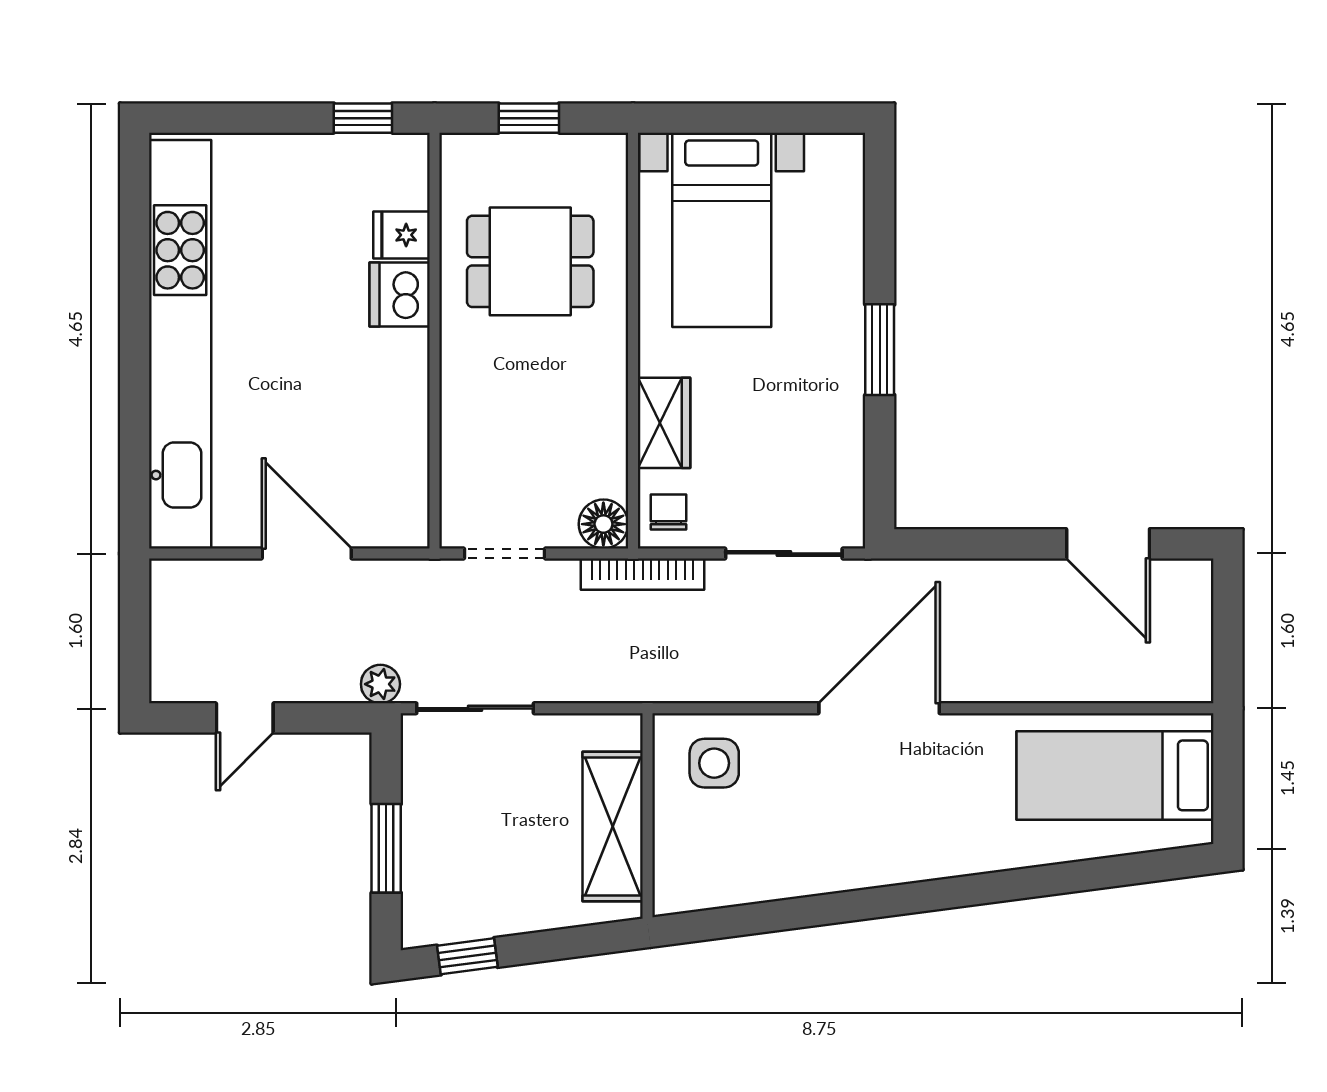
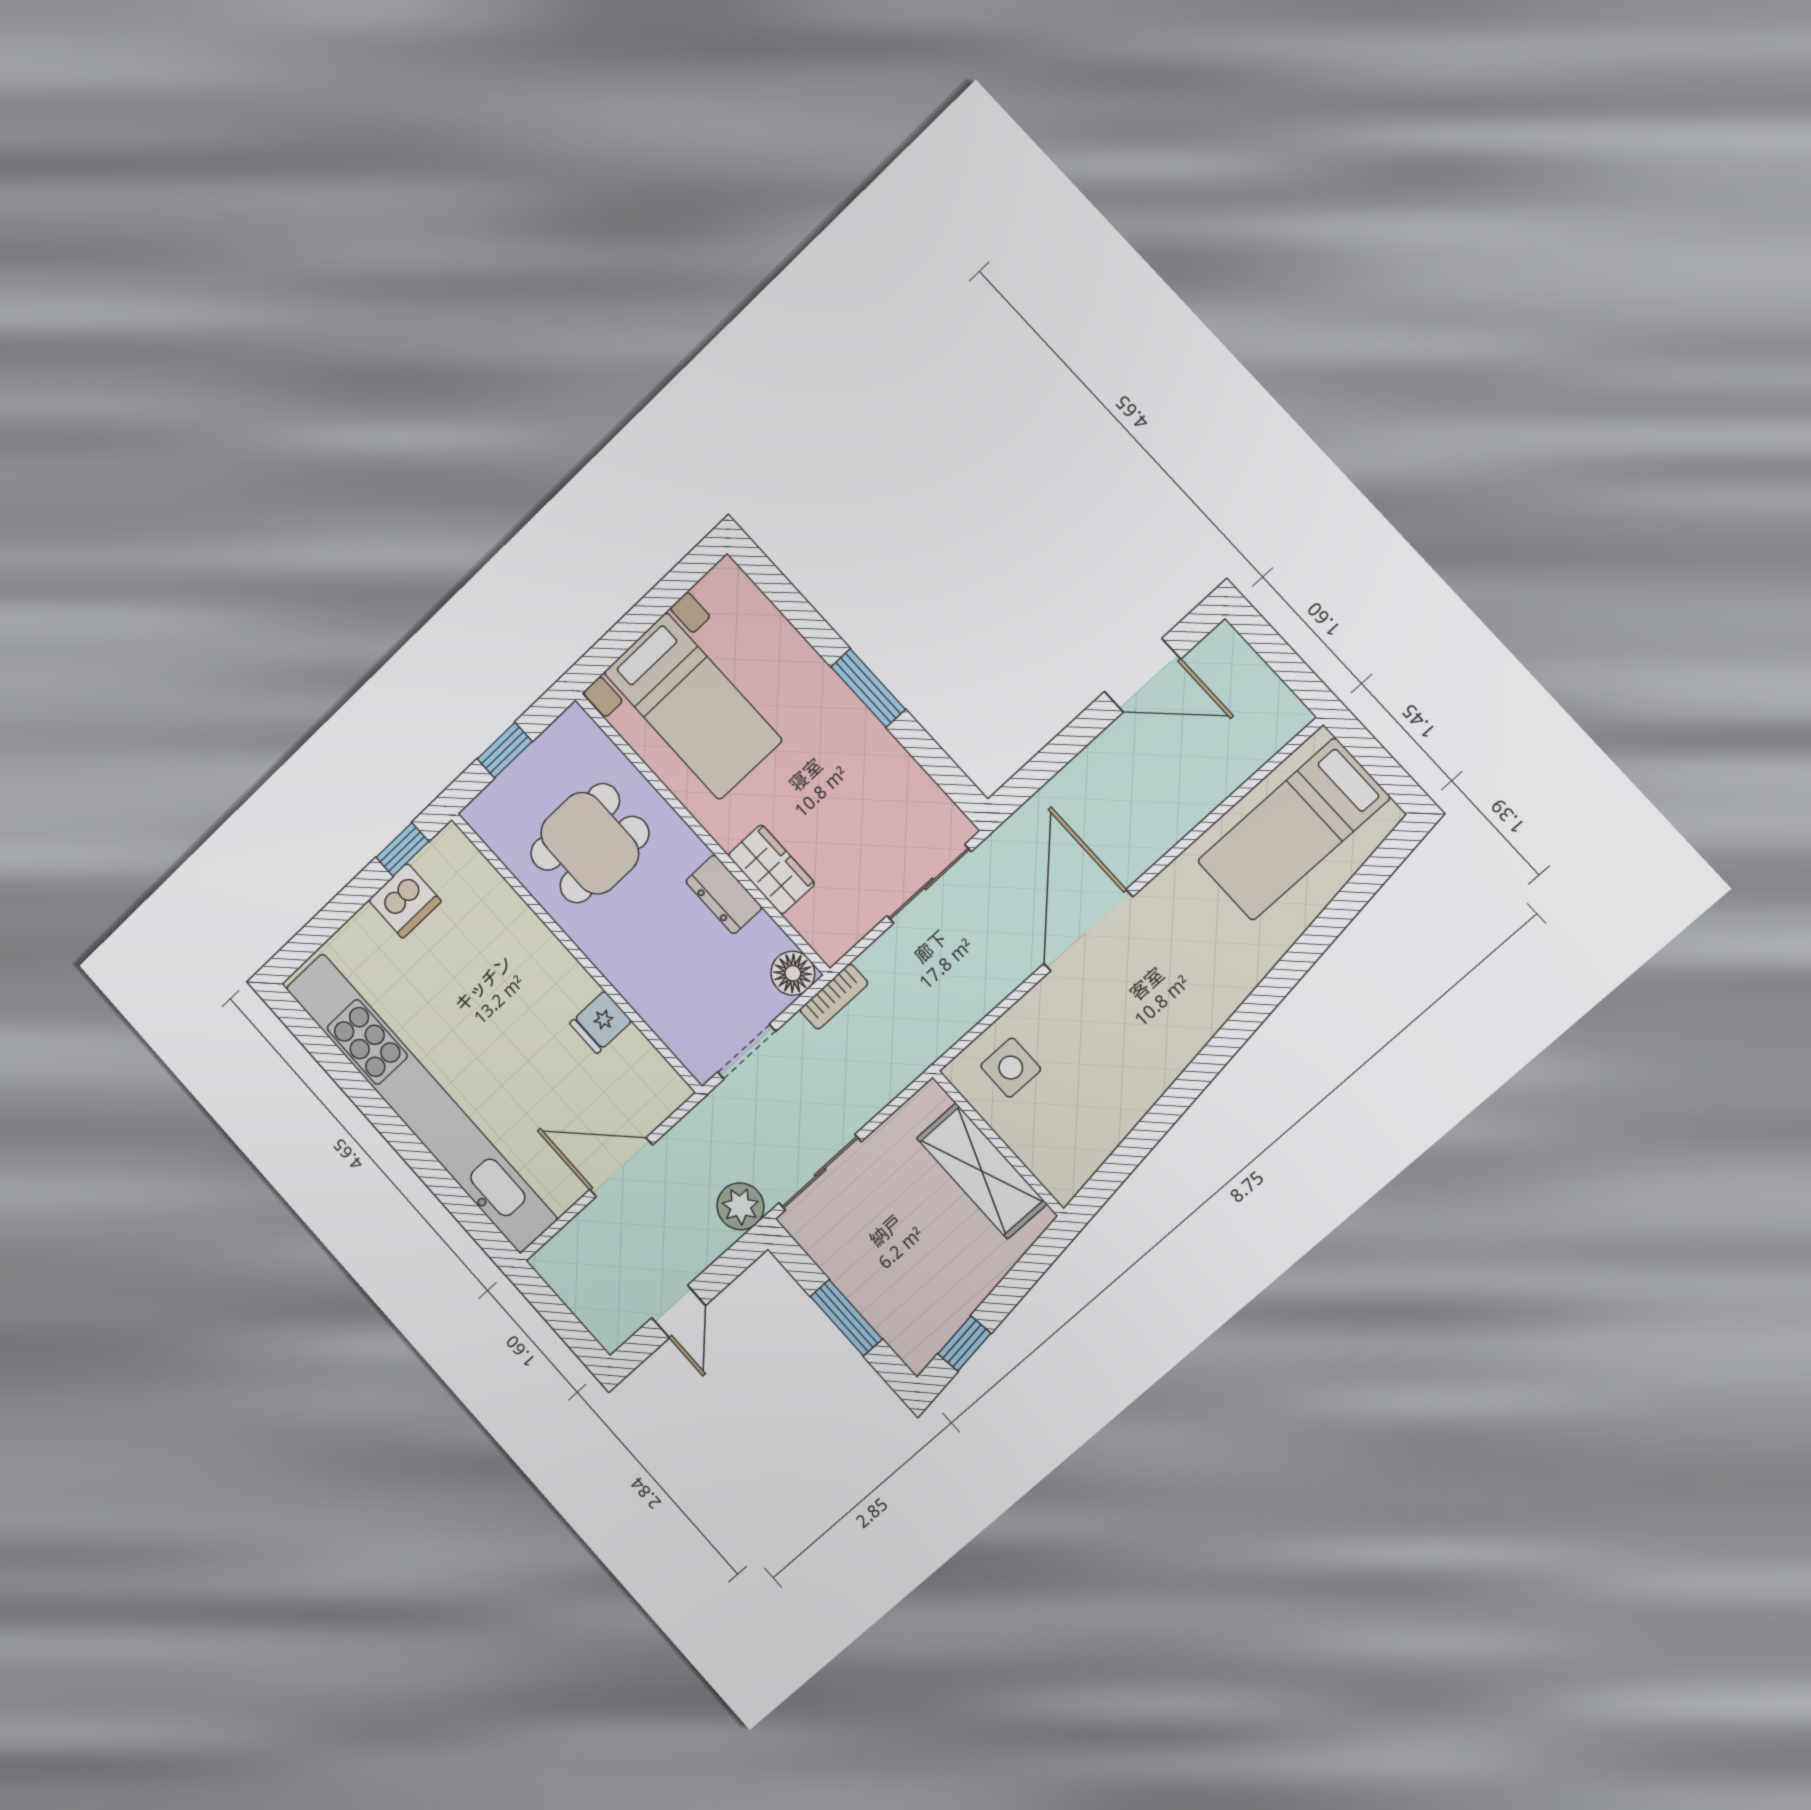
fridge: (402, 235) -> (601, 1022), moved
dishwasher: (400, 295) -> (405, 901), moved, turned -90
dresser: (605, 407) -> (724, 894), added
chair: (668, 512) -> (828, 926), removed
bookcase: (643, 574) -> (834, 997), width x0.64
plant: (380, 684) -> (740, 1206), width x1.38, depth x1.38

